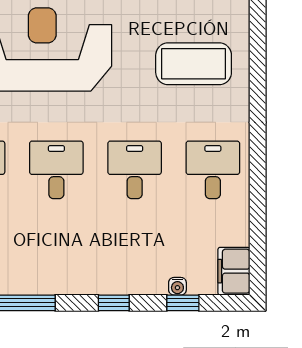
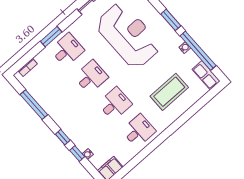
coffee table: (194, 64) -> (169, 92), turned 90
window: (183, 303) -> (77, 153), moved

